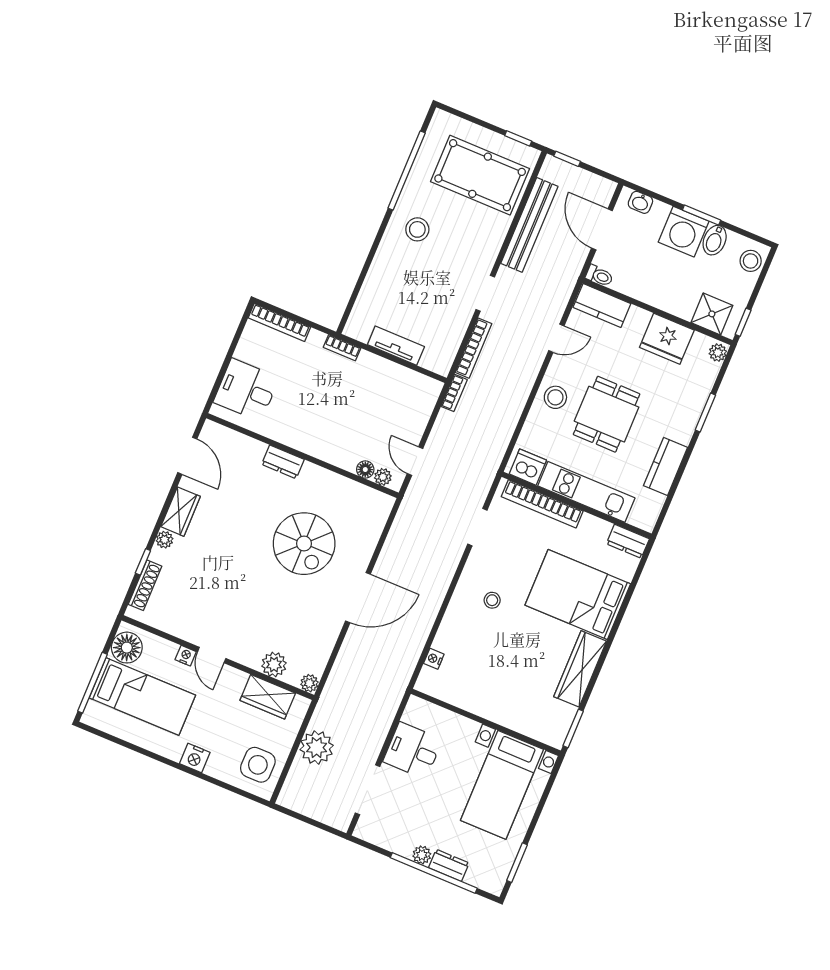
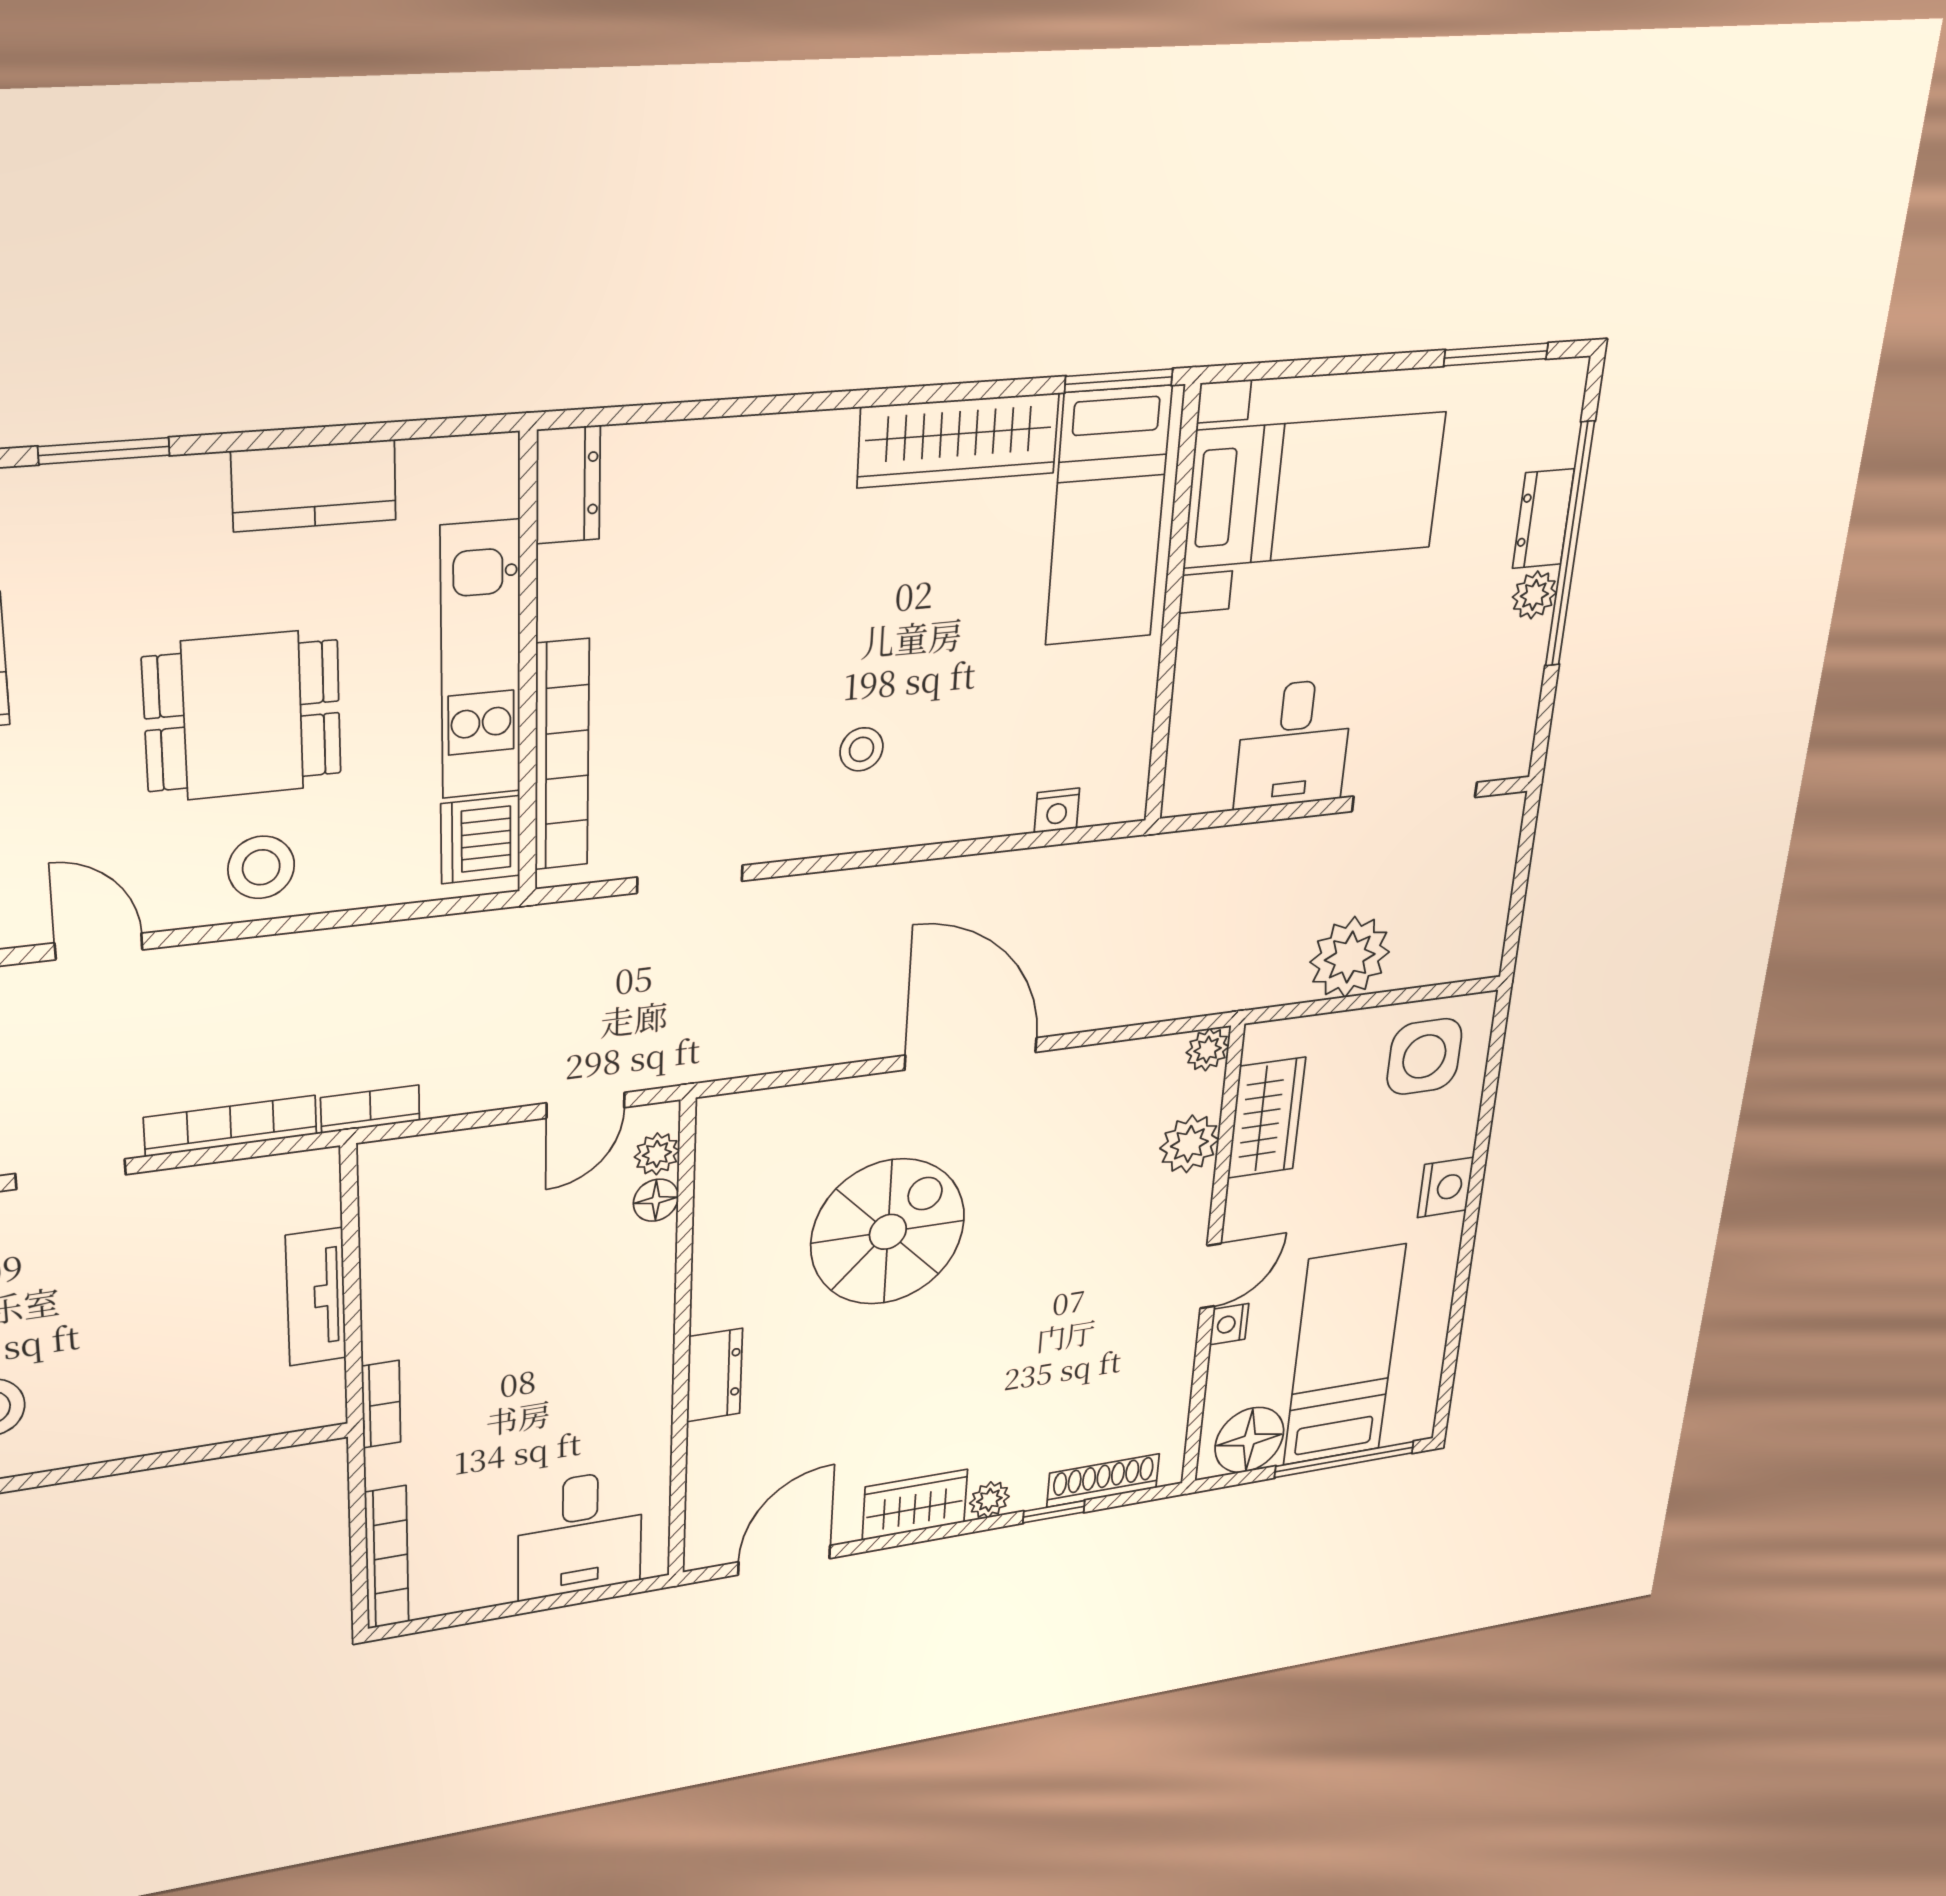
bed: (578, 594) -> (1108, 516), moved, width x0.67

